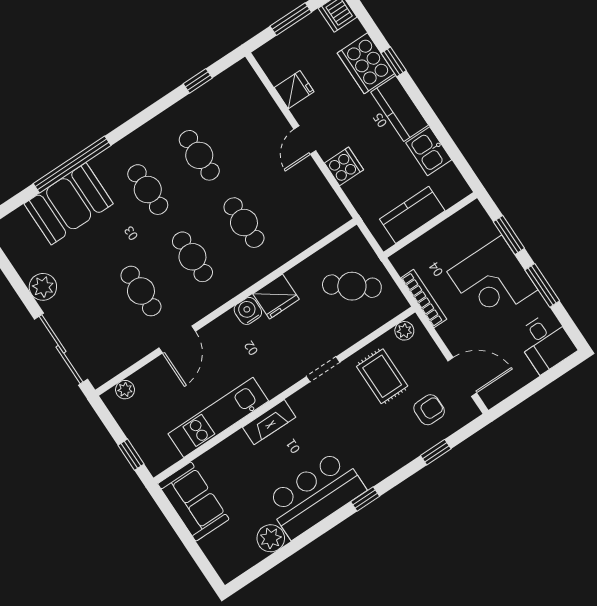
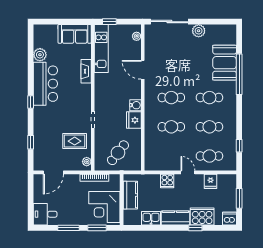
corner desk: (492, 281) -> (104, 207), moved, turned -90
cafe table: (141, 291) -> (209, 156), moved
armchair: (429, 410) -> (49, 151), removed
kitchen unit: (218, 417) -> (101, 48), moved
fireplace: (269, 422) -> (86, 71), moved

